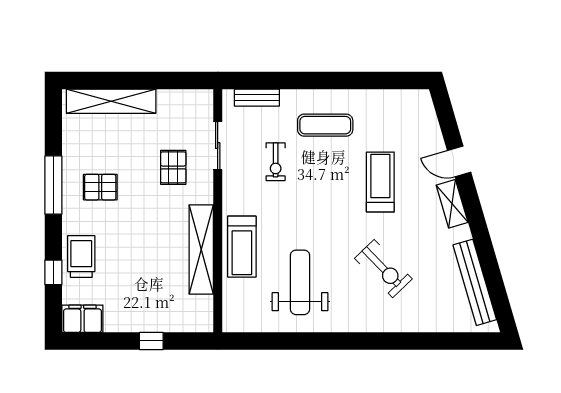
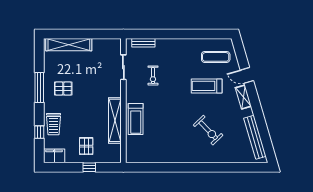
exercise mat: (325, 125) -> (216, 57), moved
pallet: (173, 167) -> (86, 146), moved
treadmill: (380, 182) -> (207, 86), turned -90
trolley: (81, 257) -> (53, 124), turned 180
weight bench: (300, 282) -> (165, 137), removed

